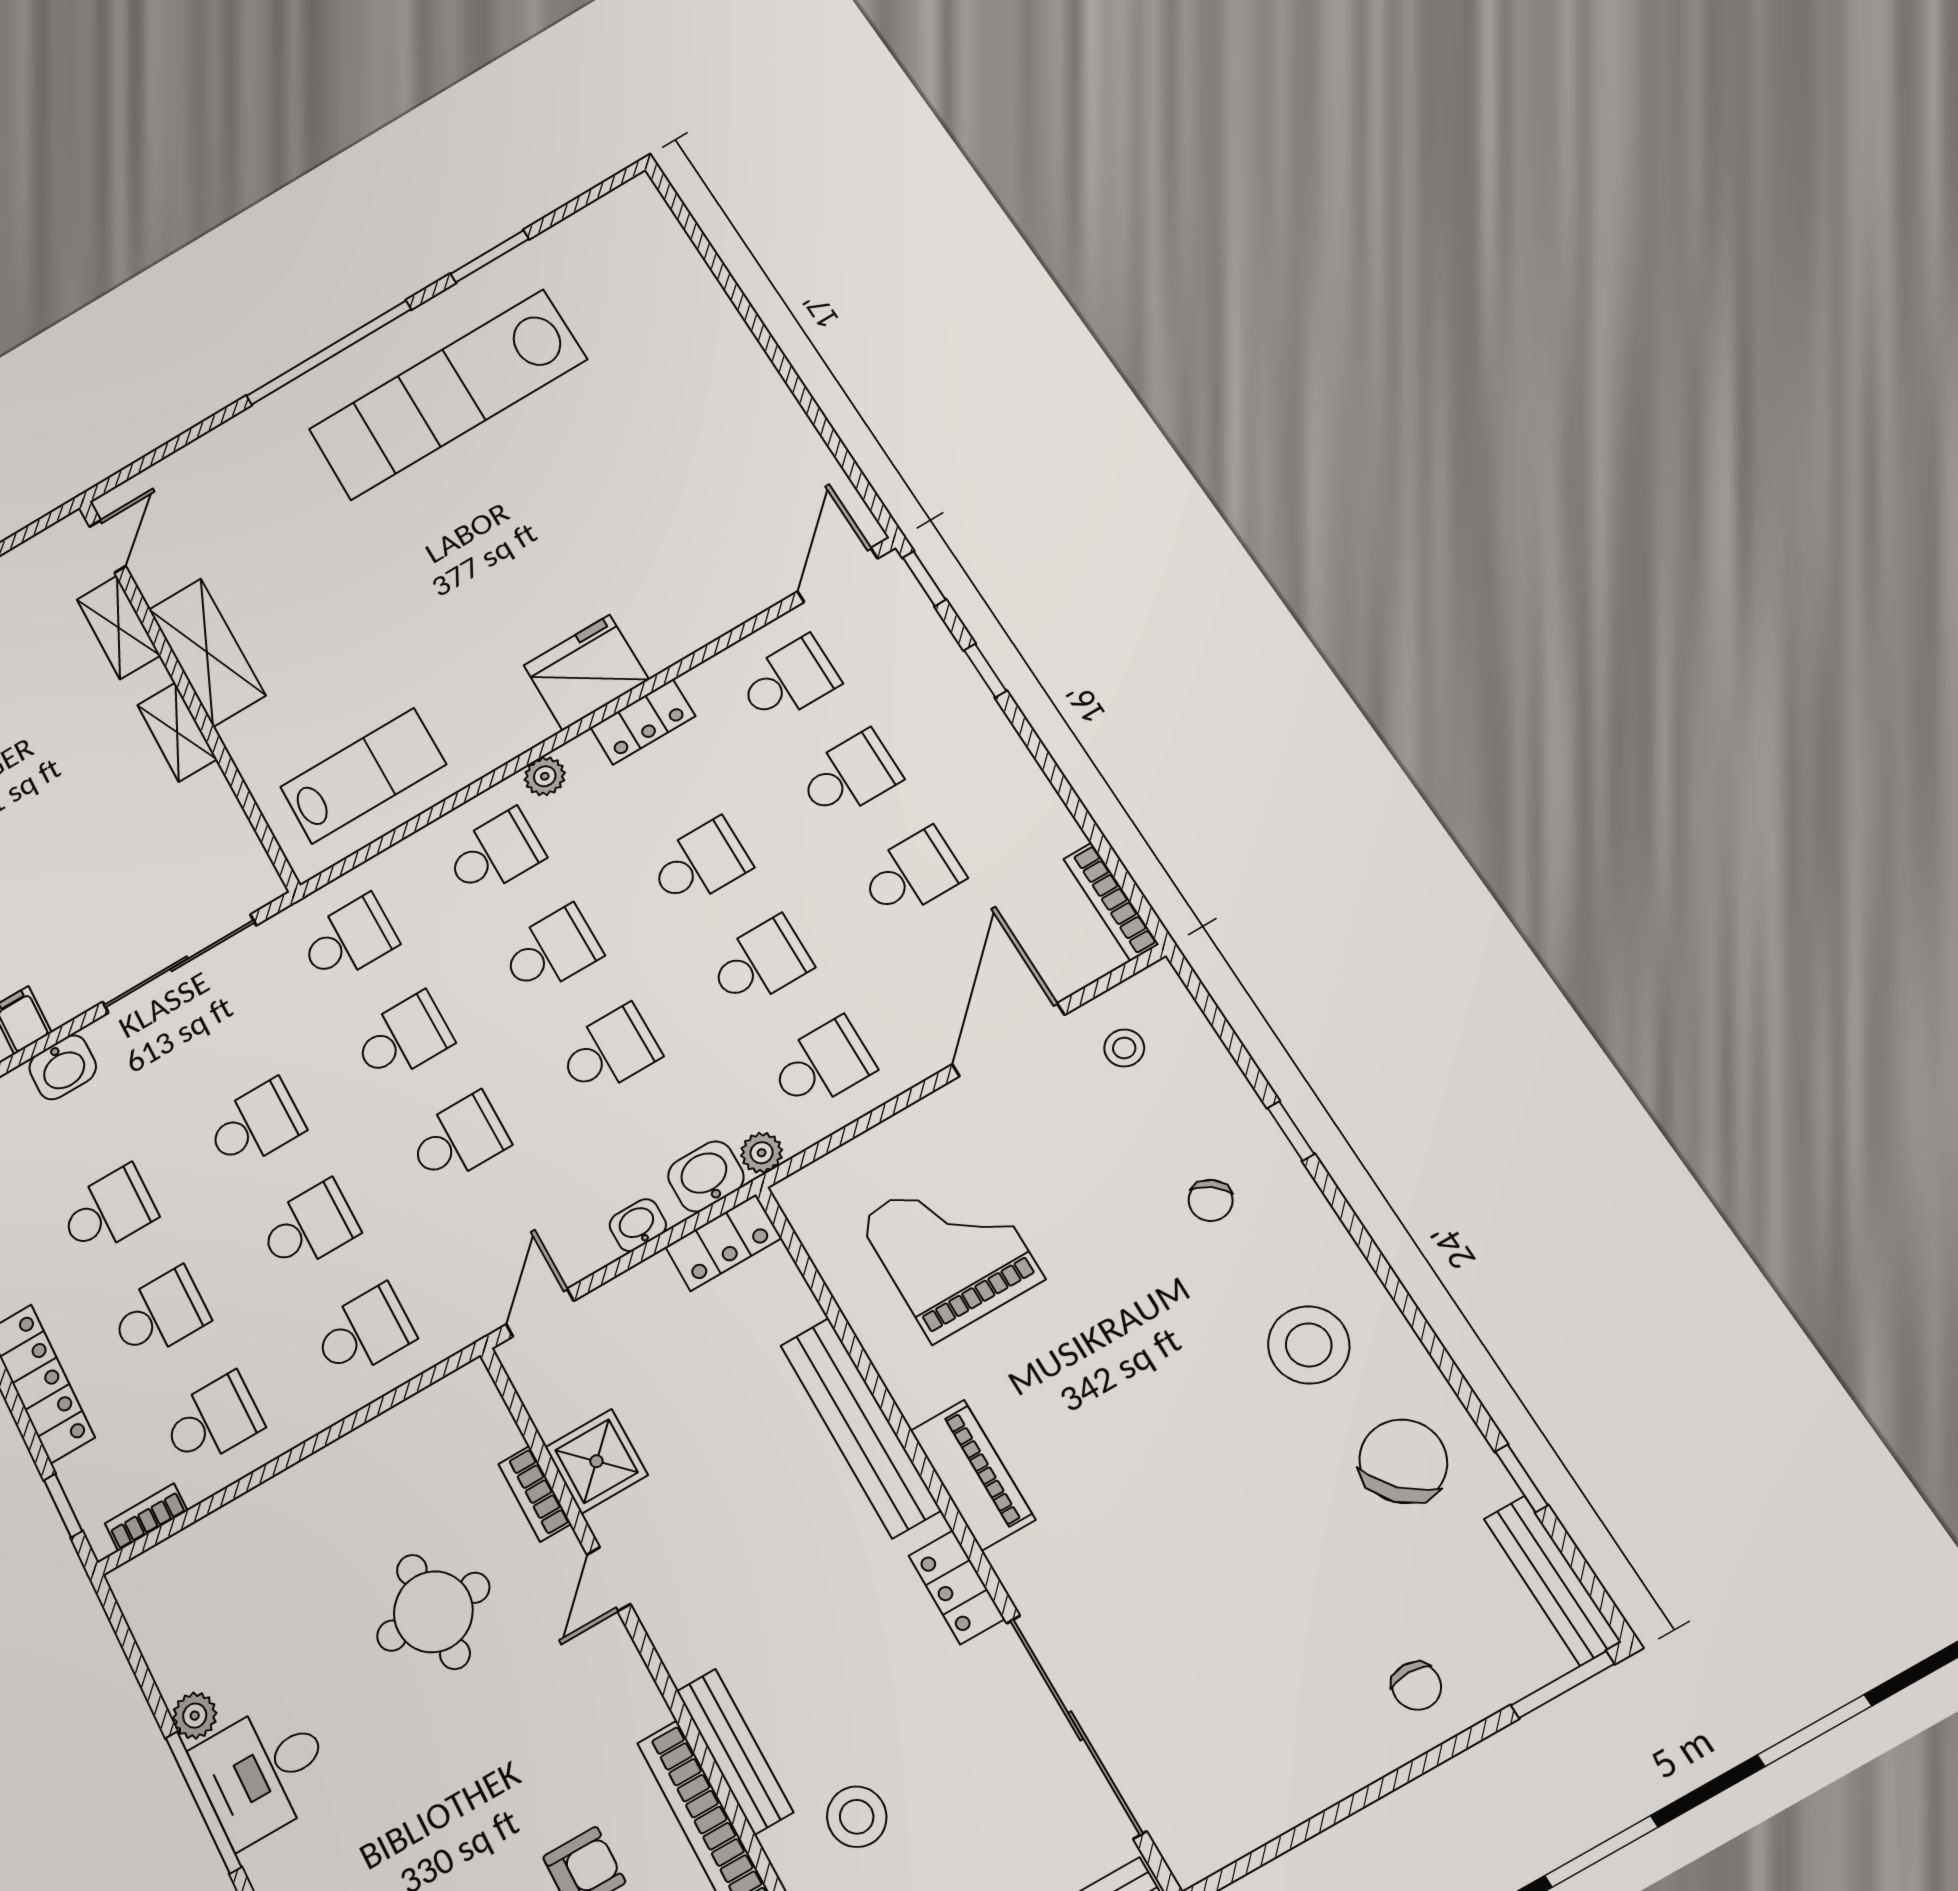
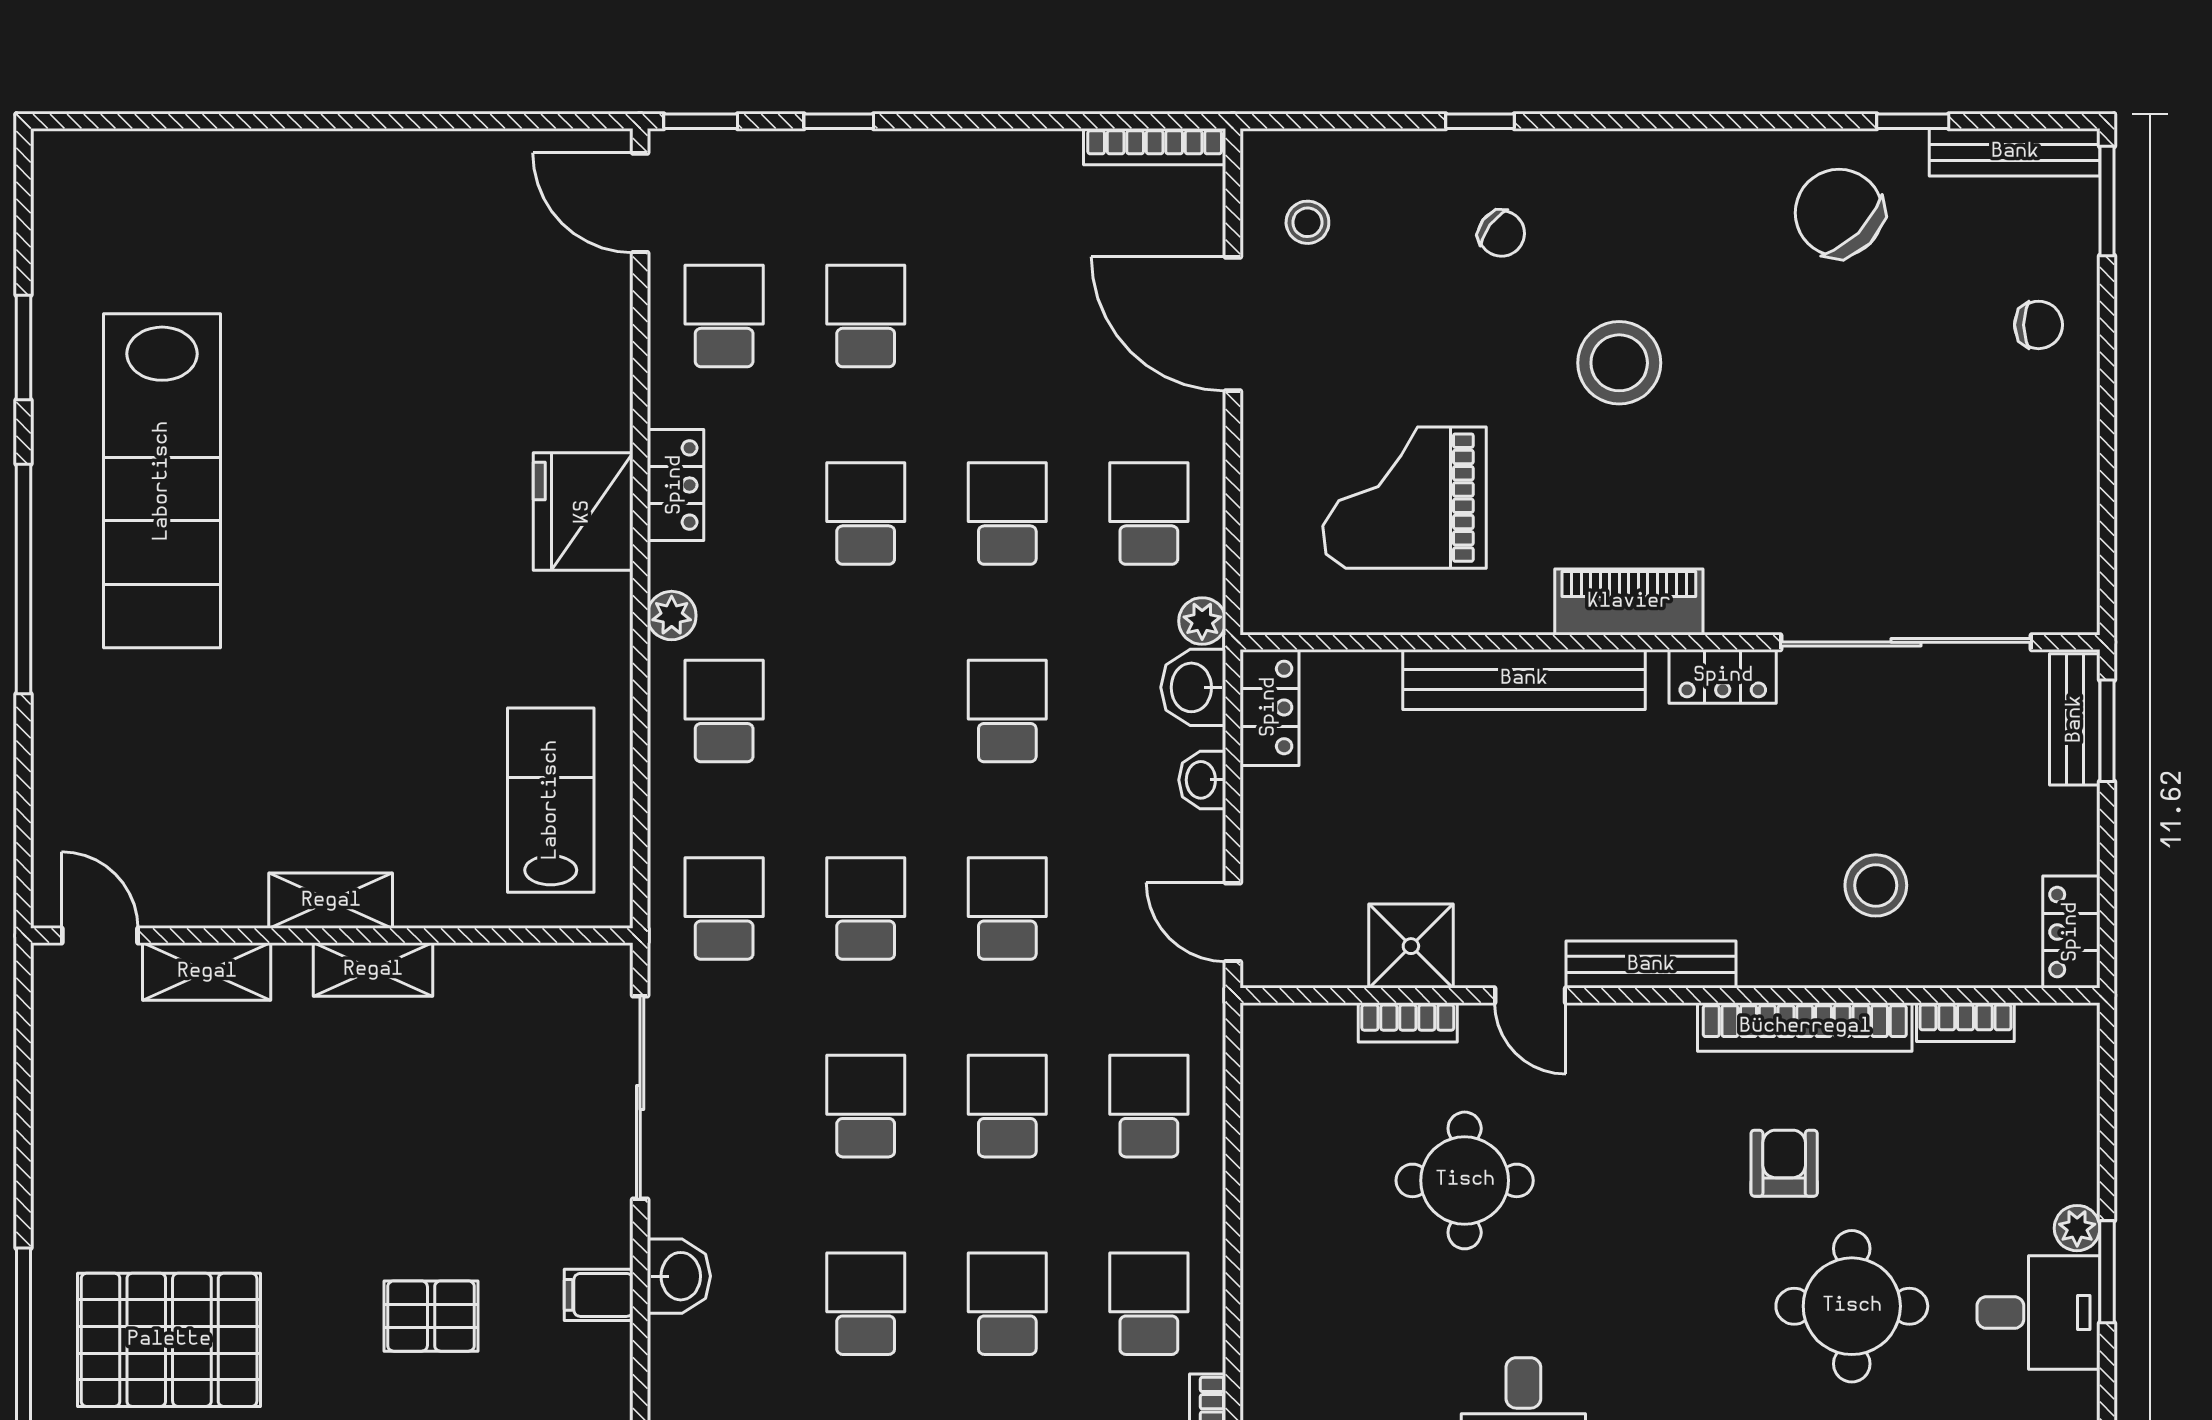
shelving: (207, 652) -> (331, 901), width x0.67, depth x0.75
school desk: (912, 874) -> (1007, 316), removed
school desk: (551, 951) -> (866, 711), removed
stool: (1309, 1345) -> (1619, 363), moved
bench: (735, 1751) -> (1651, 965), moved

